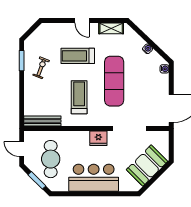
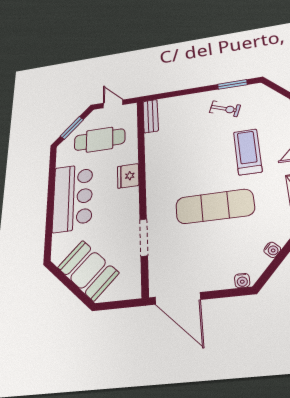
treadmill: (79, 97) -> (187, 162), removed
bench: (42, 121) -> (151, 116), width x0.73
doorway: (129, 129) -> (144, 237), width x0.73
fridge: (98, 138) -> (128, 176), moved
door: (22, 149) -> (113, 104), hinge flipped

